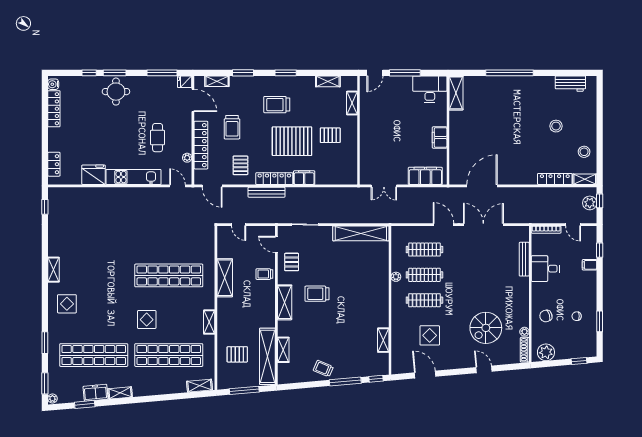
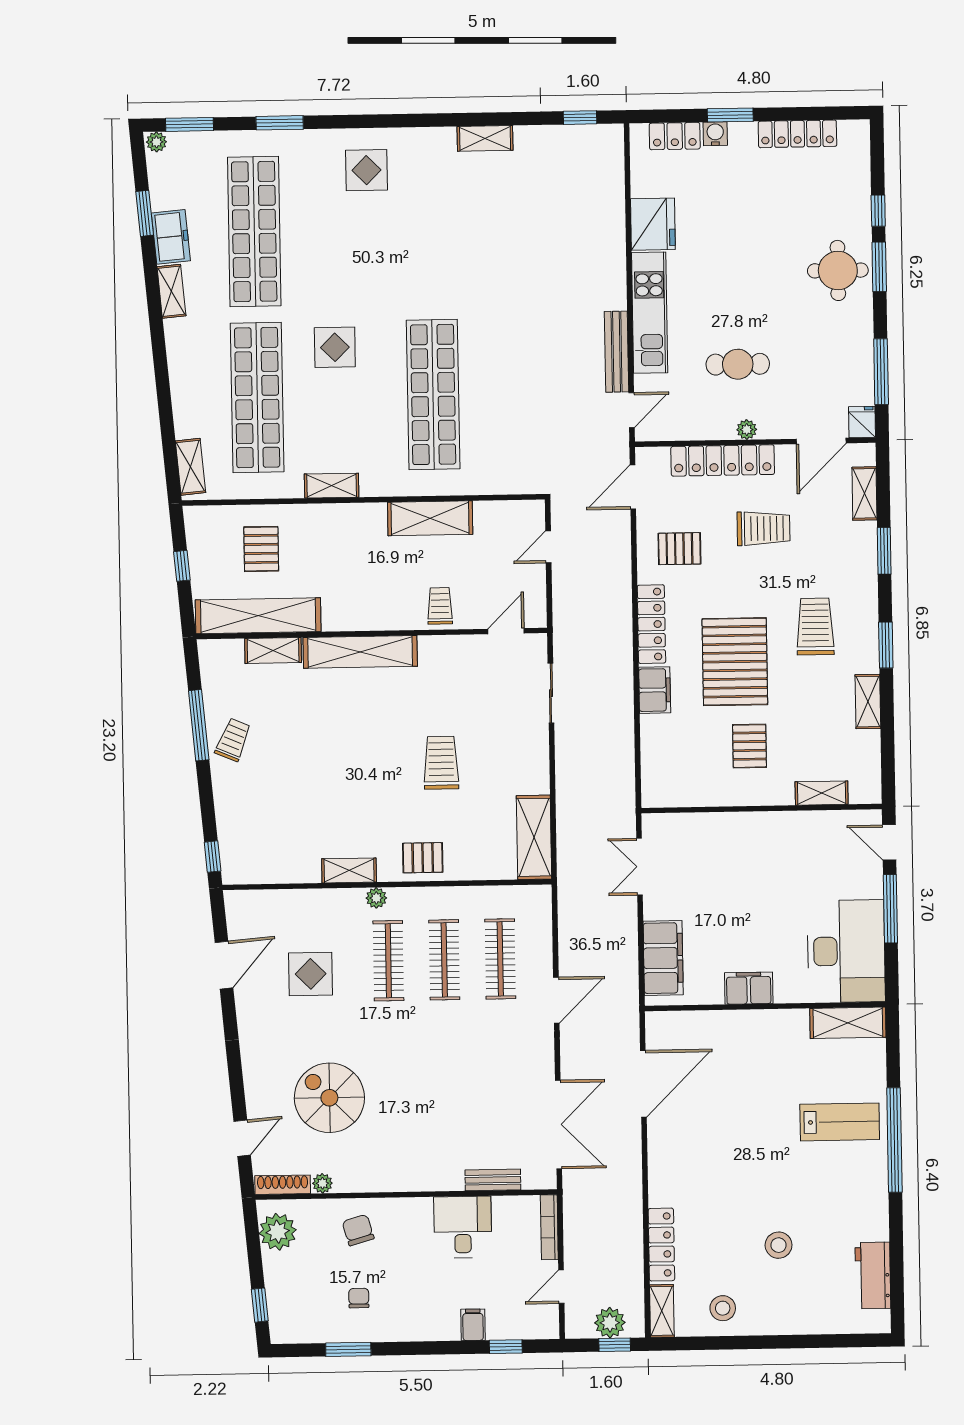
shelving: (328, 81) -> (868, 702), moved
water cooler: (53, 84) -> (715, 134), moved
desk: (430, 89) -> (846, 951), width x1.36, depth x1.30
lab bench: (501, 97) -> (840, 1122), added
trolley: (232, 127) -> (764, 528), turned 180
window: (45, 139) -> (730, 115), added
plant: (187, 158) -> (747, 430), moved
door: (482, 186) -> (643, 1084), hinge flipped
bench: (267, 192) -> (617, 352), moved
double door: (483, 225) -> (558, 1125), moved
shelving: (361, 233) -> (534, 837), width x0.68
bench: (524, 259) -> (493, 1180), width x0.73
pallet: (292, 262) -> (423, 858), moved
shelving: (53, 270) -> (485, 138), moved
plant: (396, 277) -> (376, 898), moved
trolley: (317, 294) -> (441, 763), moved
shelving: (285, 302) -> (360, 652), width x1.47
shelving: (383, 340) -> (349, 870), moved
door: (484, 369) -> (242, 1138), moved
window: (345, 381) -> (199, 725), moved
window: (244, 390) -> (182, 566), width x0.46

